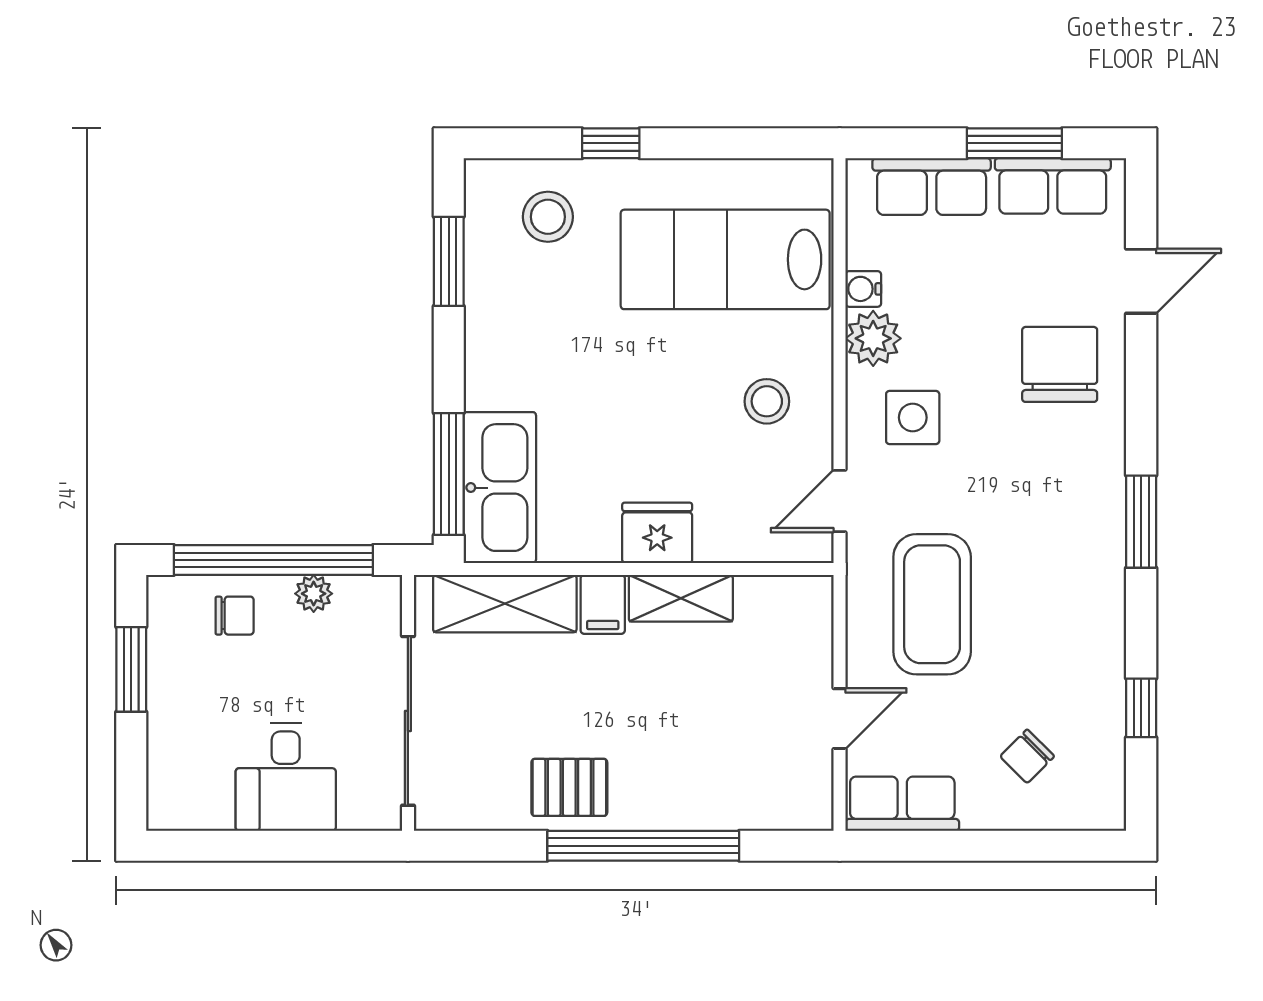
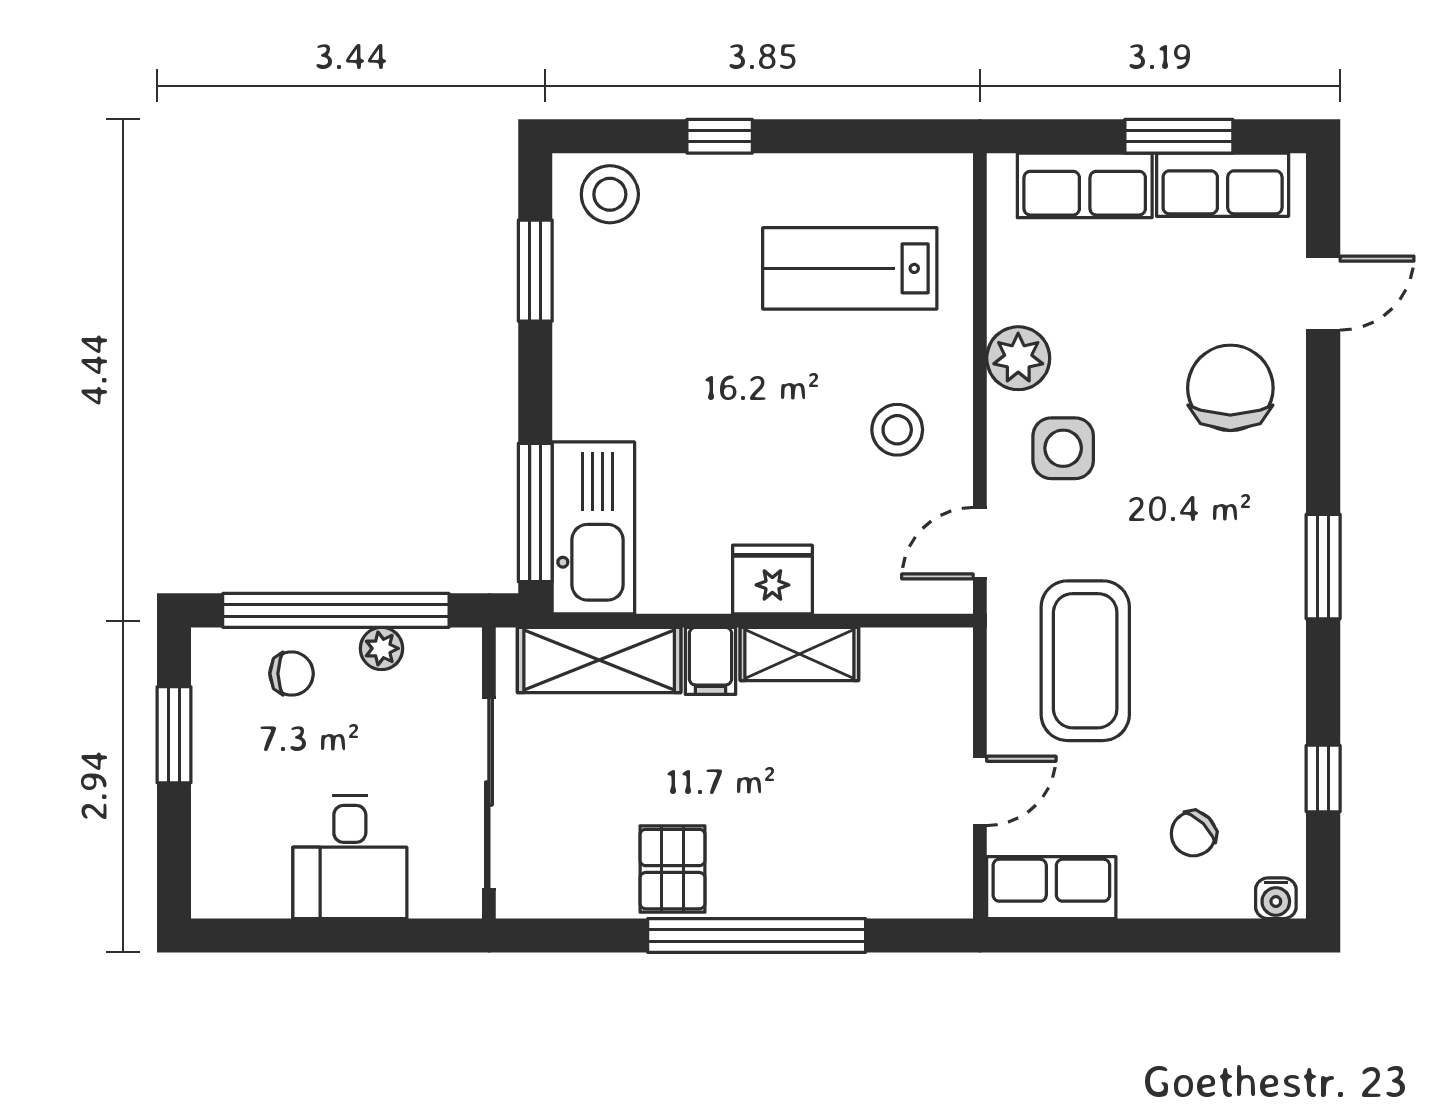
stool: (548, 217) -> (610, 194), moved
lab bench: (725, 259) -> (850, 268), width x0.73, depth x0.72
water cooler: (863, 289) -> (1276, 898), moved, turned -90
pallet: (569, 787) -> (672, 869), turned 90

